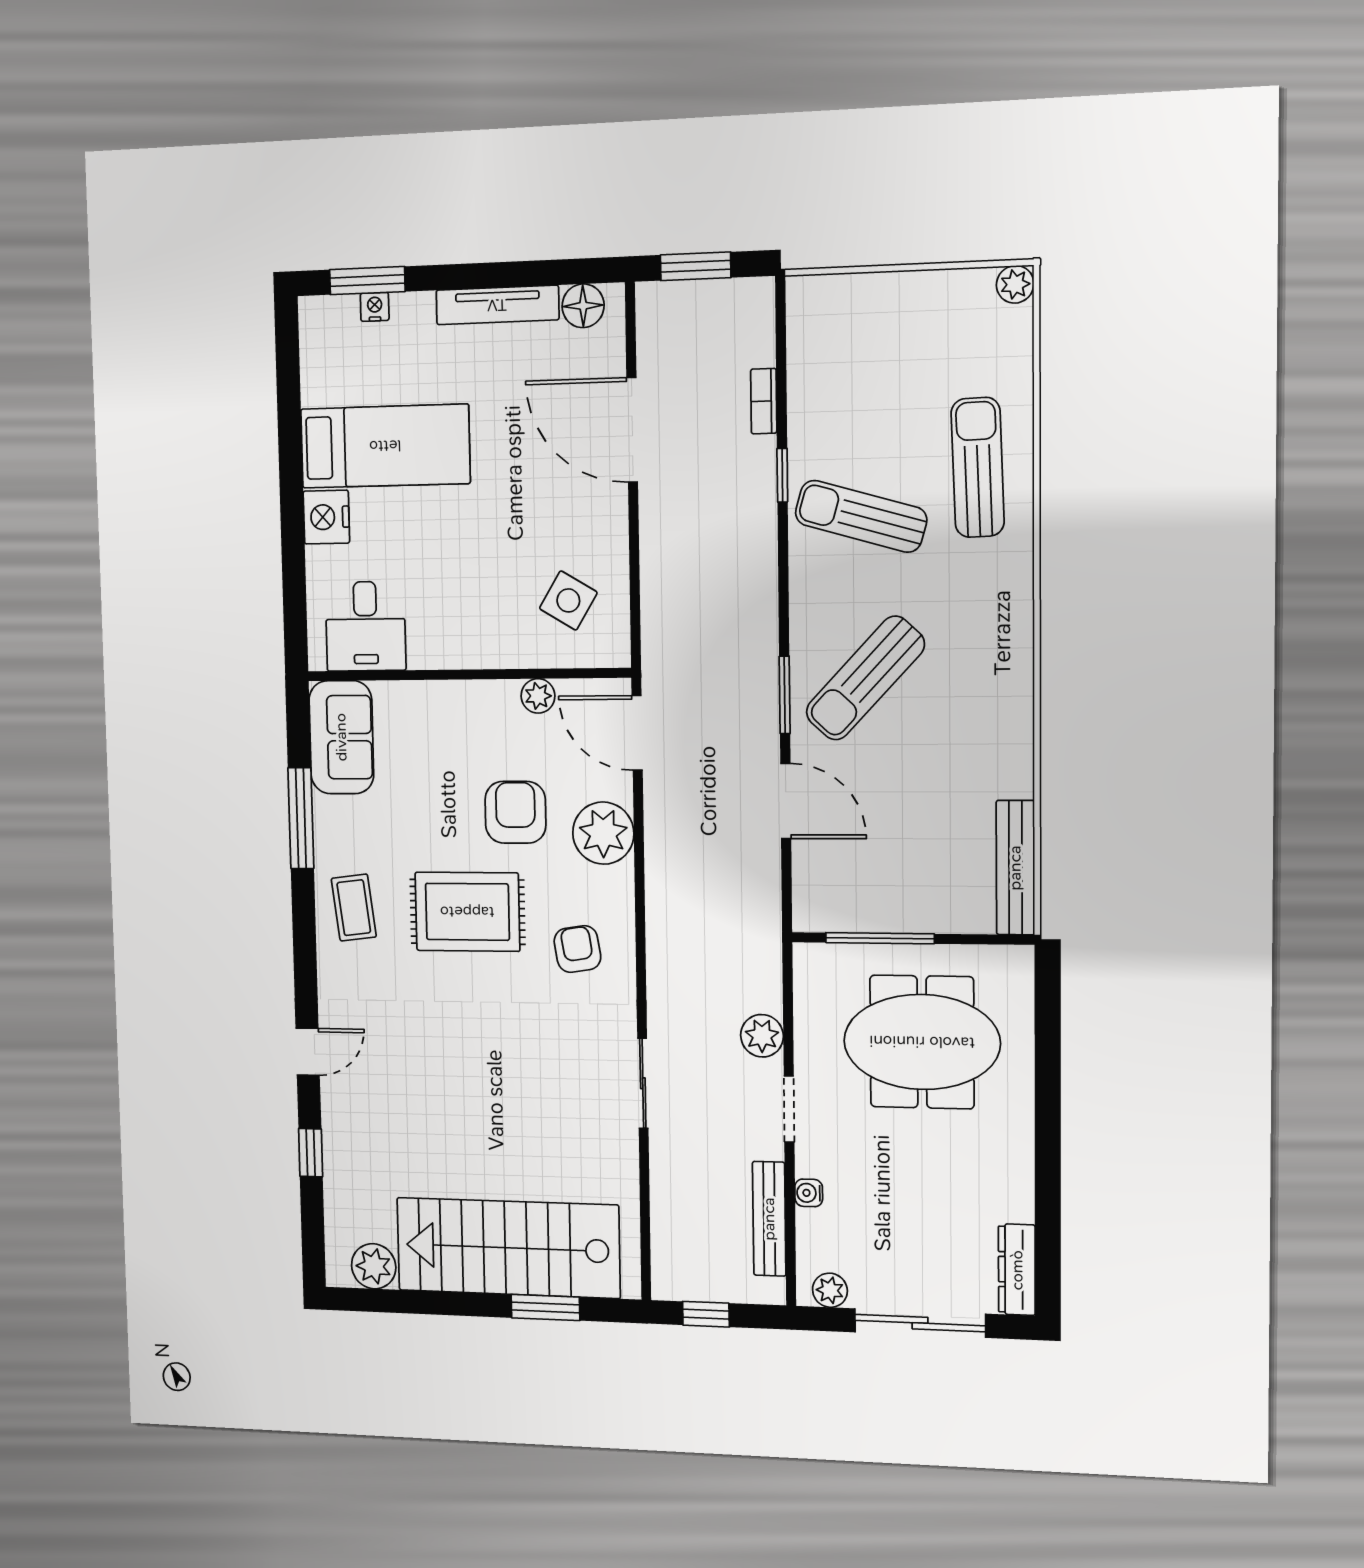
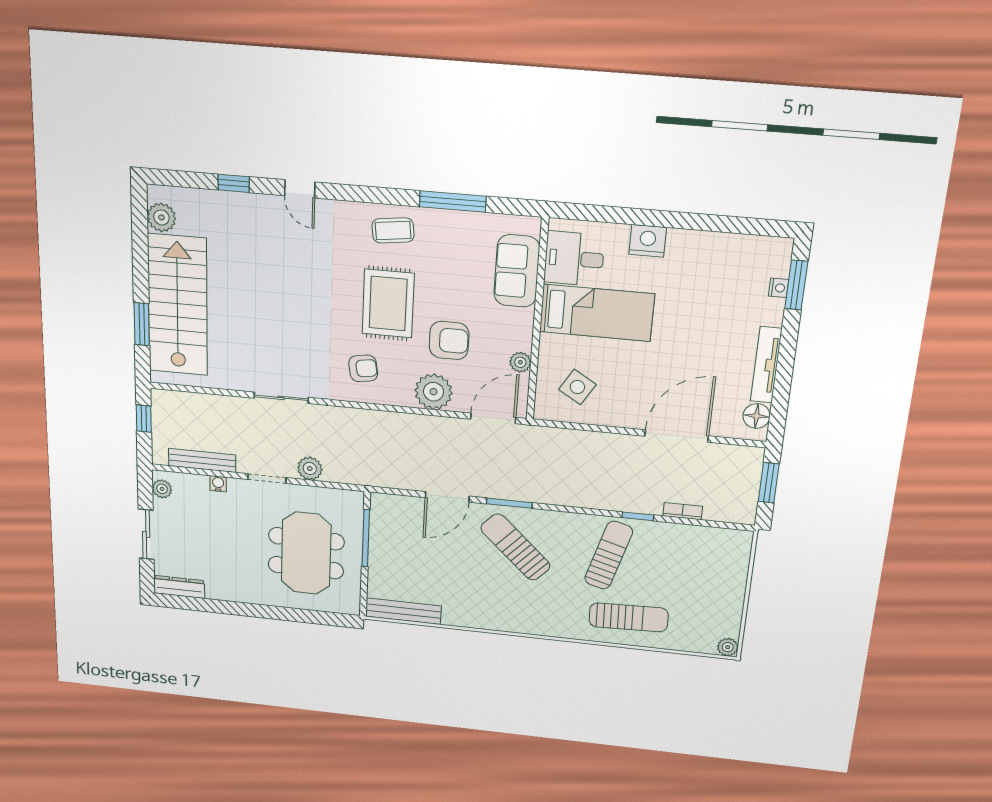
bed: (385, 446) -> (597, 313), moved, turned -90
sofa: (341, 737) -> (517, 271), moved, turned 90
sliding door: (920, 1323) -> (146, 534), width x0.73

